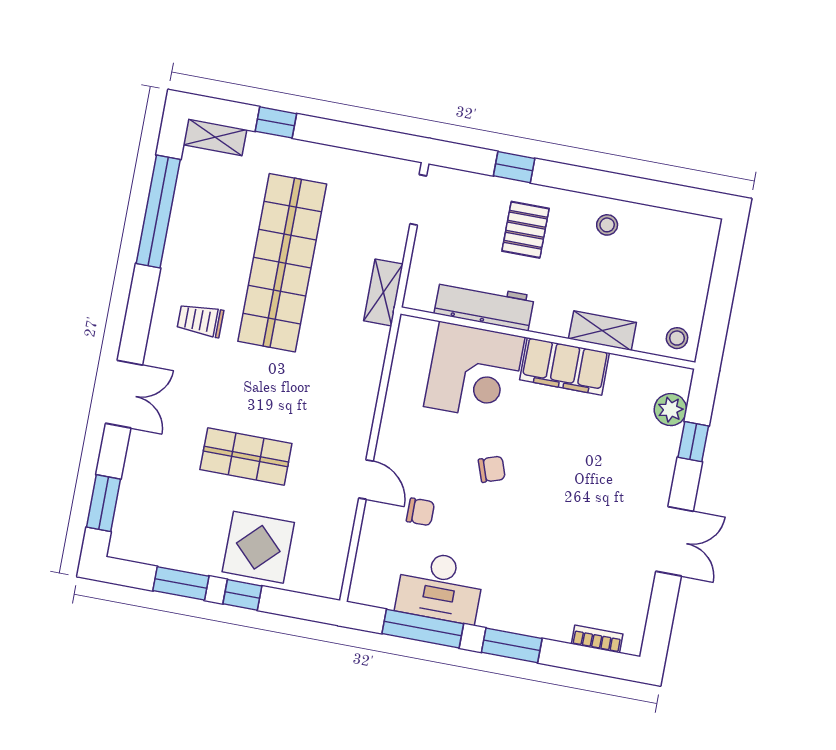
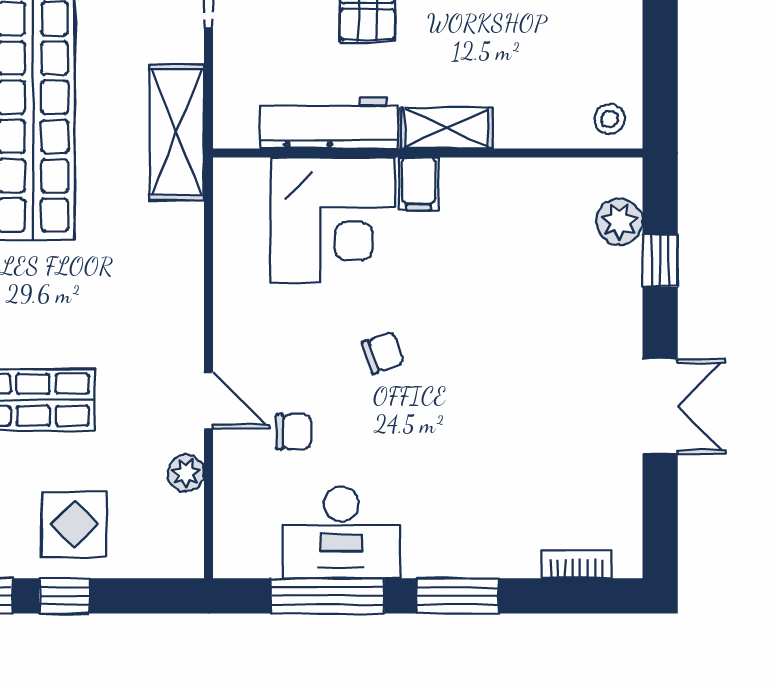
shelving: (383, 292) -> (177, 132), width x1.50, depth x1.33
shelving: (602, 331) -> (447, 128), moved
filing cabinet: (565, 366) -> (419, 184), width x0.33, depth x0.86
plant: (341, 526) -> (186, 473), added
display table: (258, 547) -> (74, 524), width x0.73, depth x0.73

